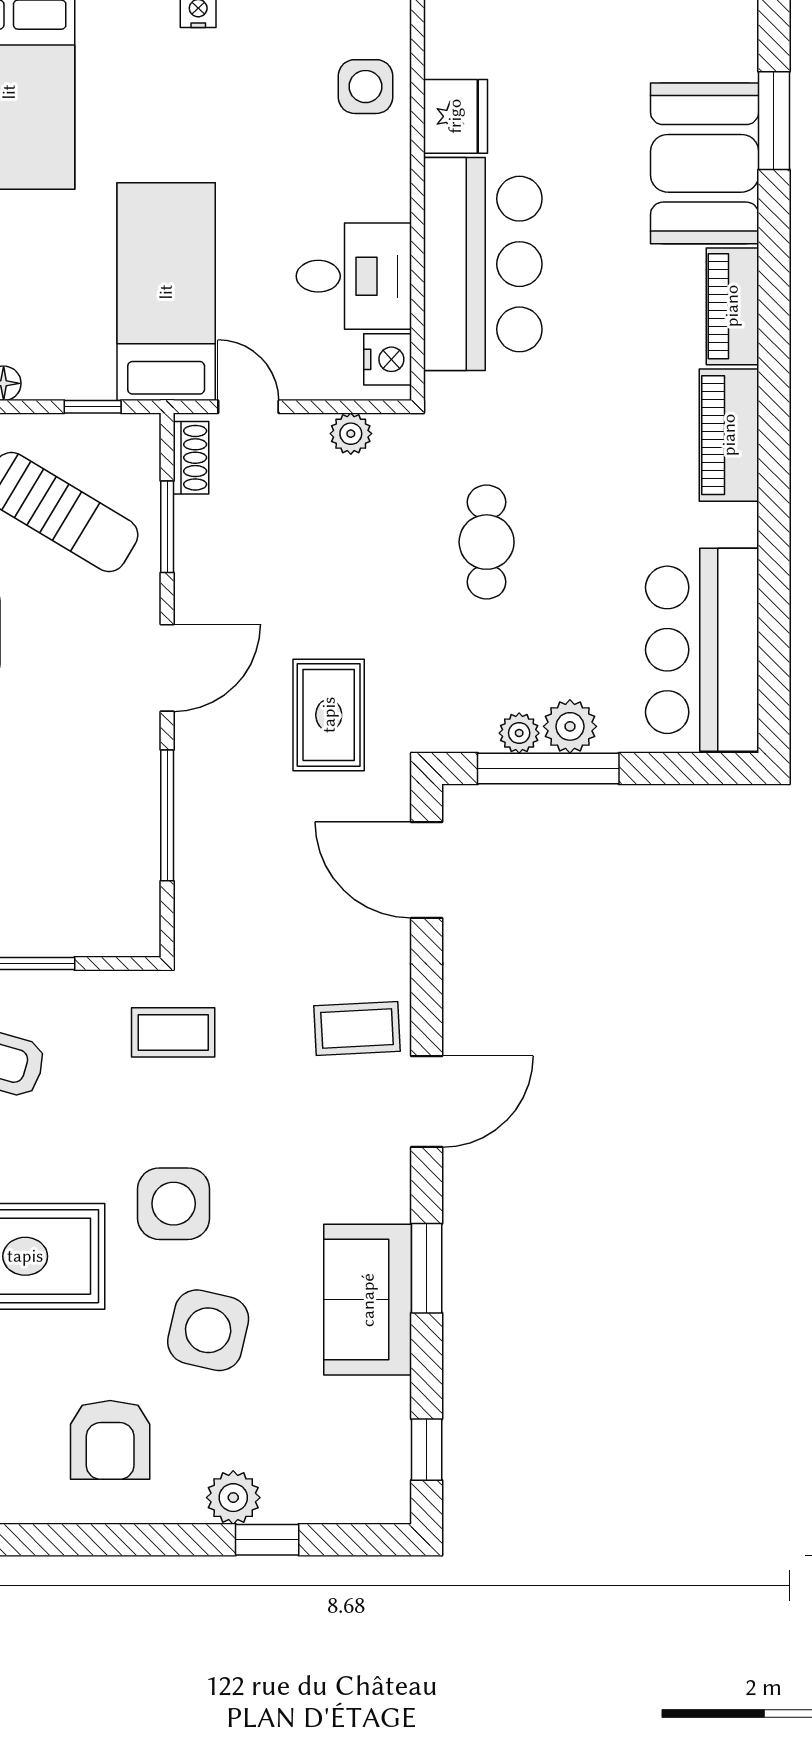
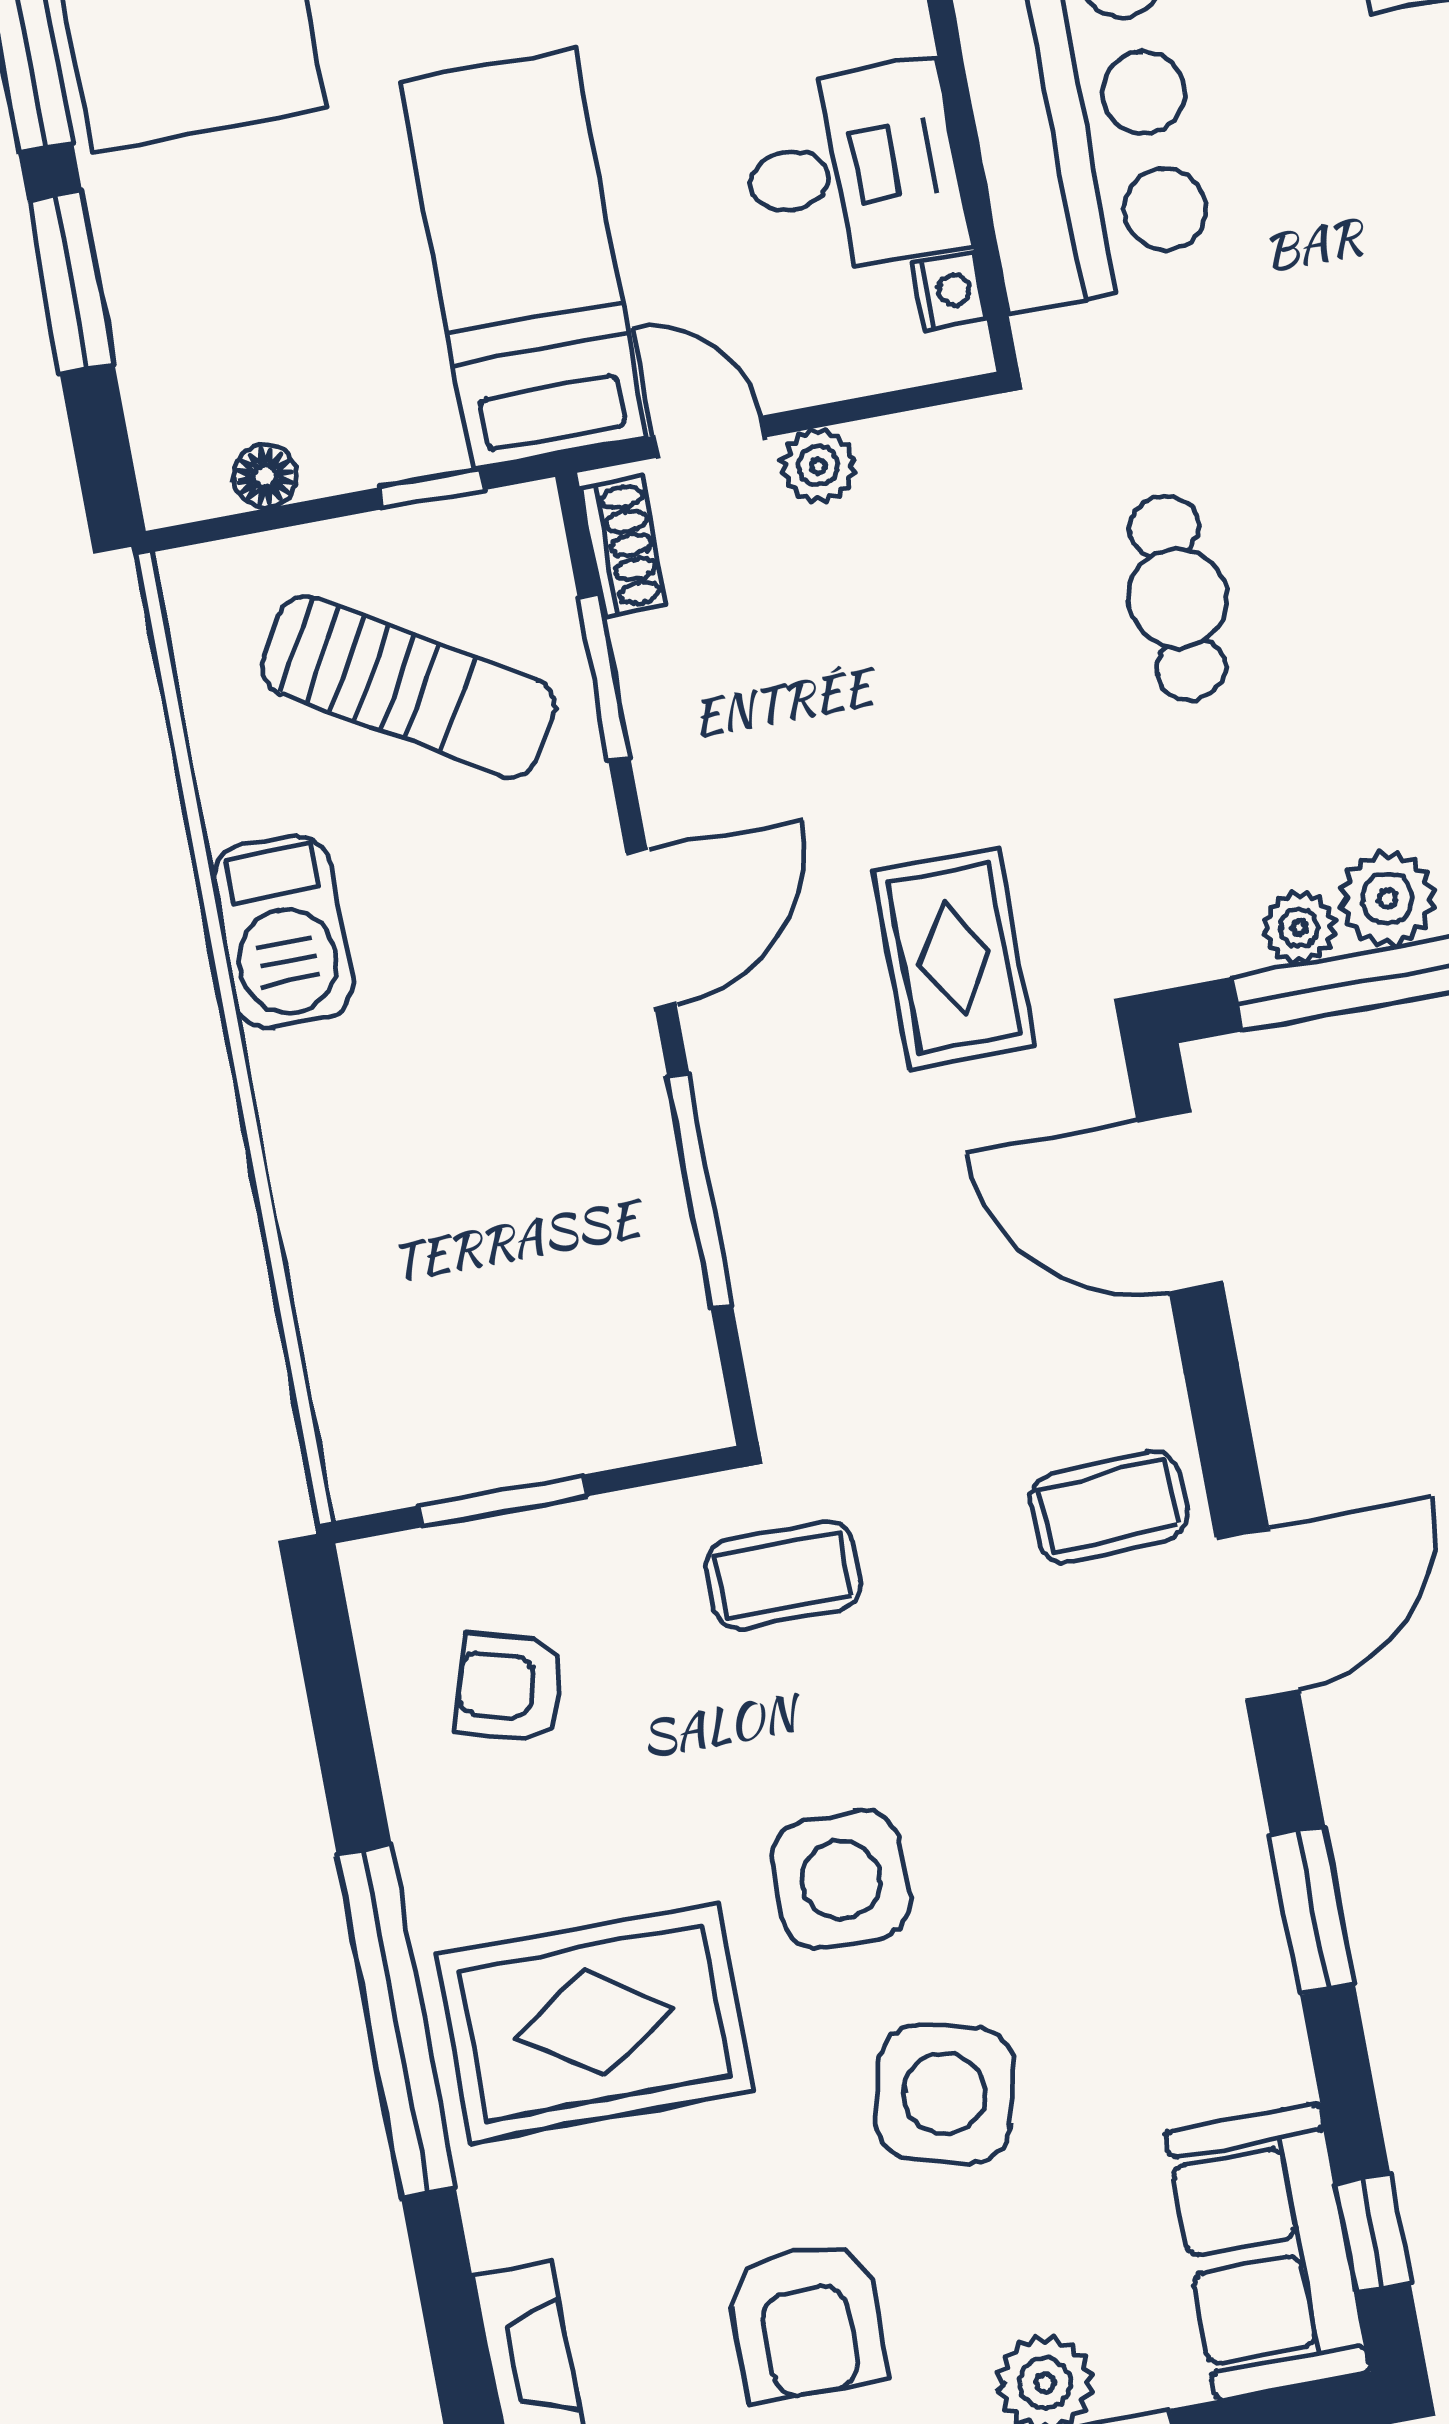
nightstand: (388, 359) -> (949, 291), width x0.72, depth x0.74
plant: (351, 434) -> (818, 466), moved
sofa: (368, 1300) -> (1268, 2252), moved

